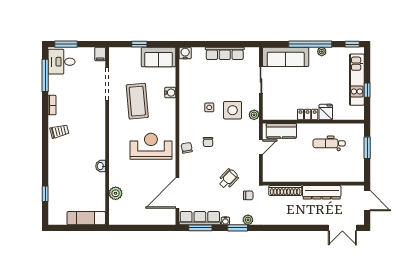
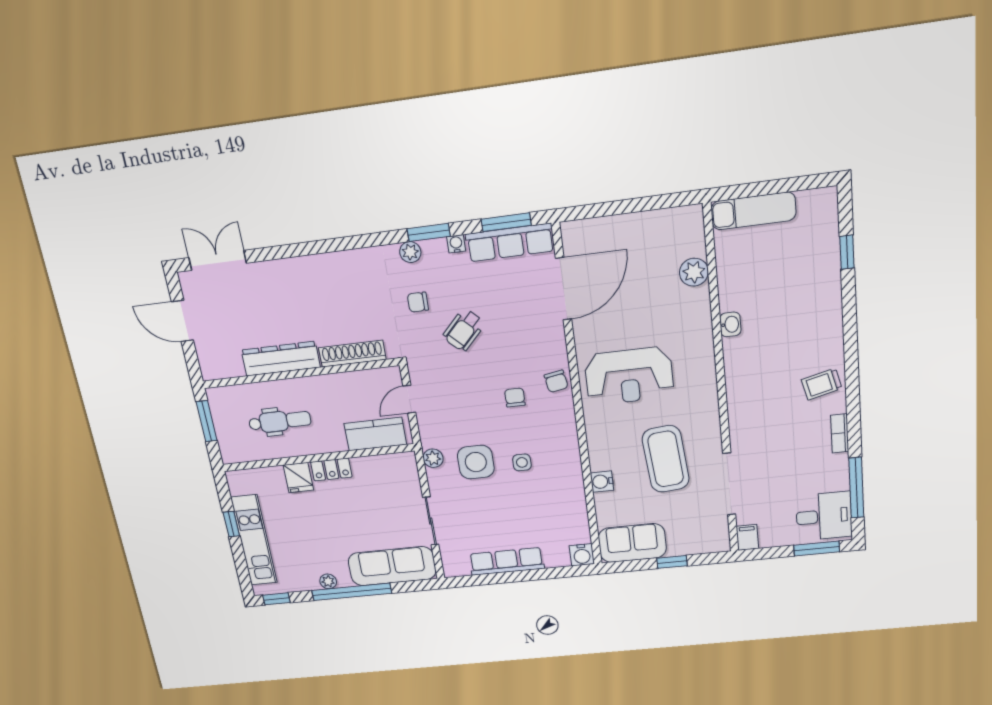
wall: (313, 184) -> (300, 373), moved
shoe rack: (285, 191) -> (352, 354), moved
dresser: (322, 192) -> (281, 359), moved

